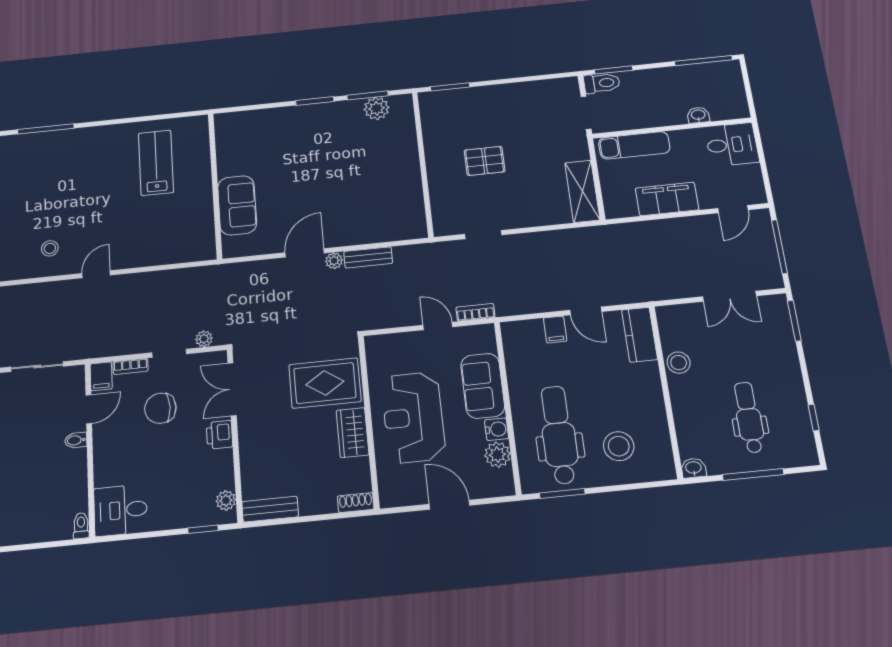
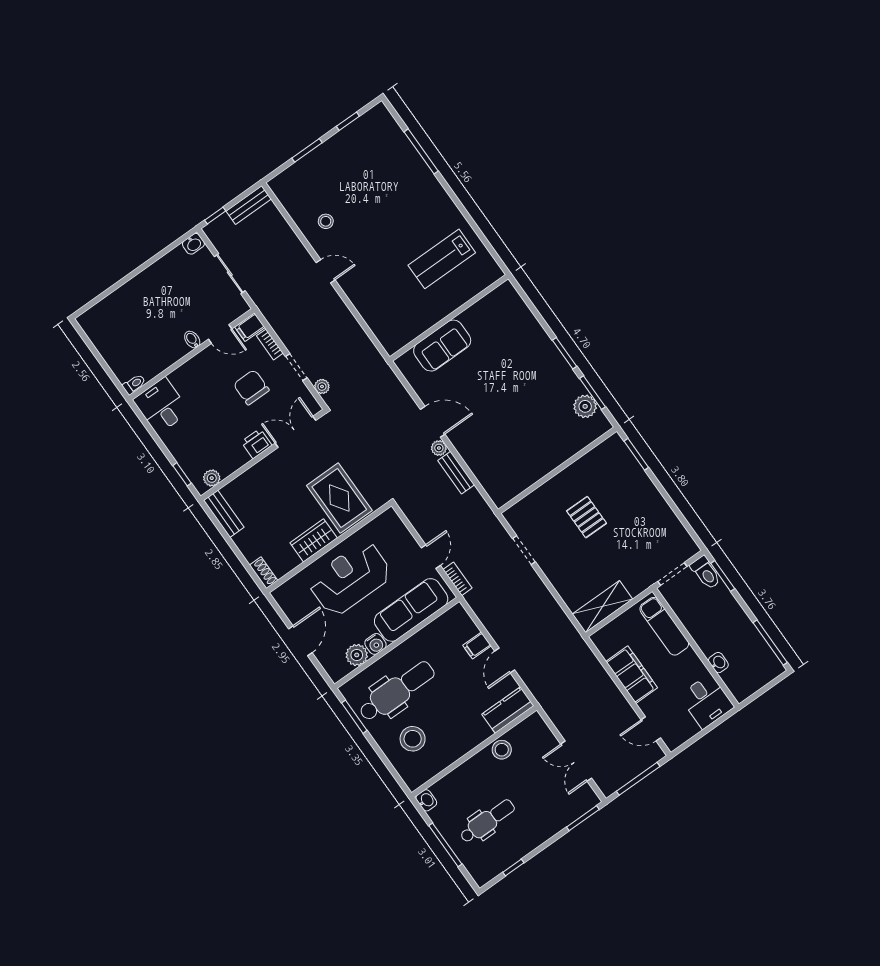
lab bench: (156, 163) -> (442, 259), turned 180
sofa: (483, 386) -> (411, 610), width x1.36

